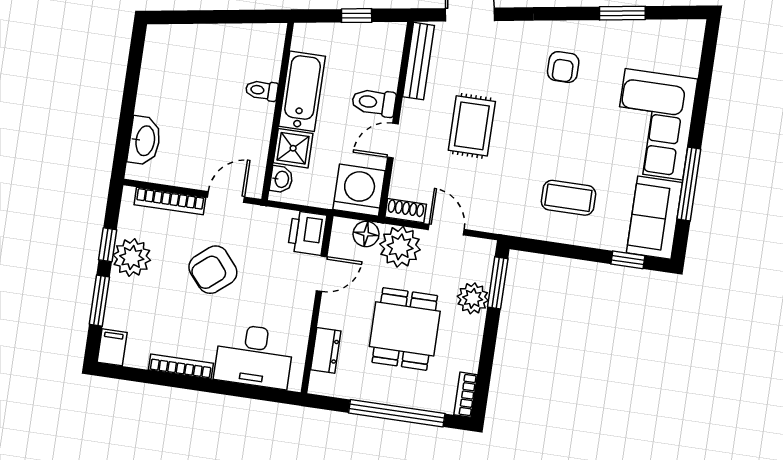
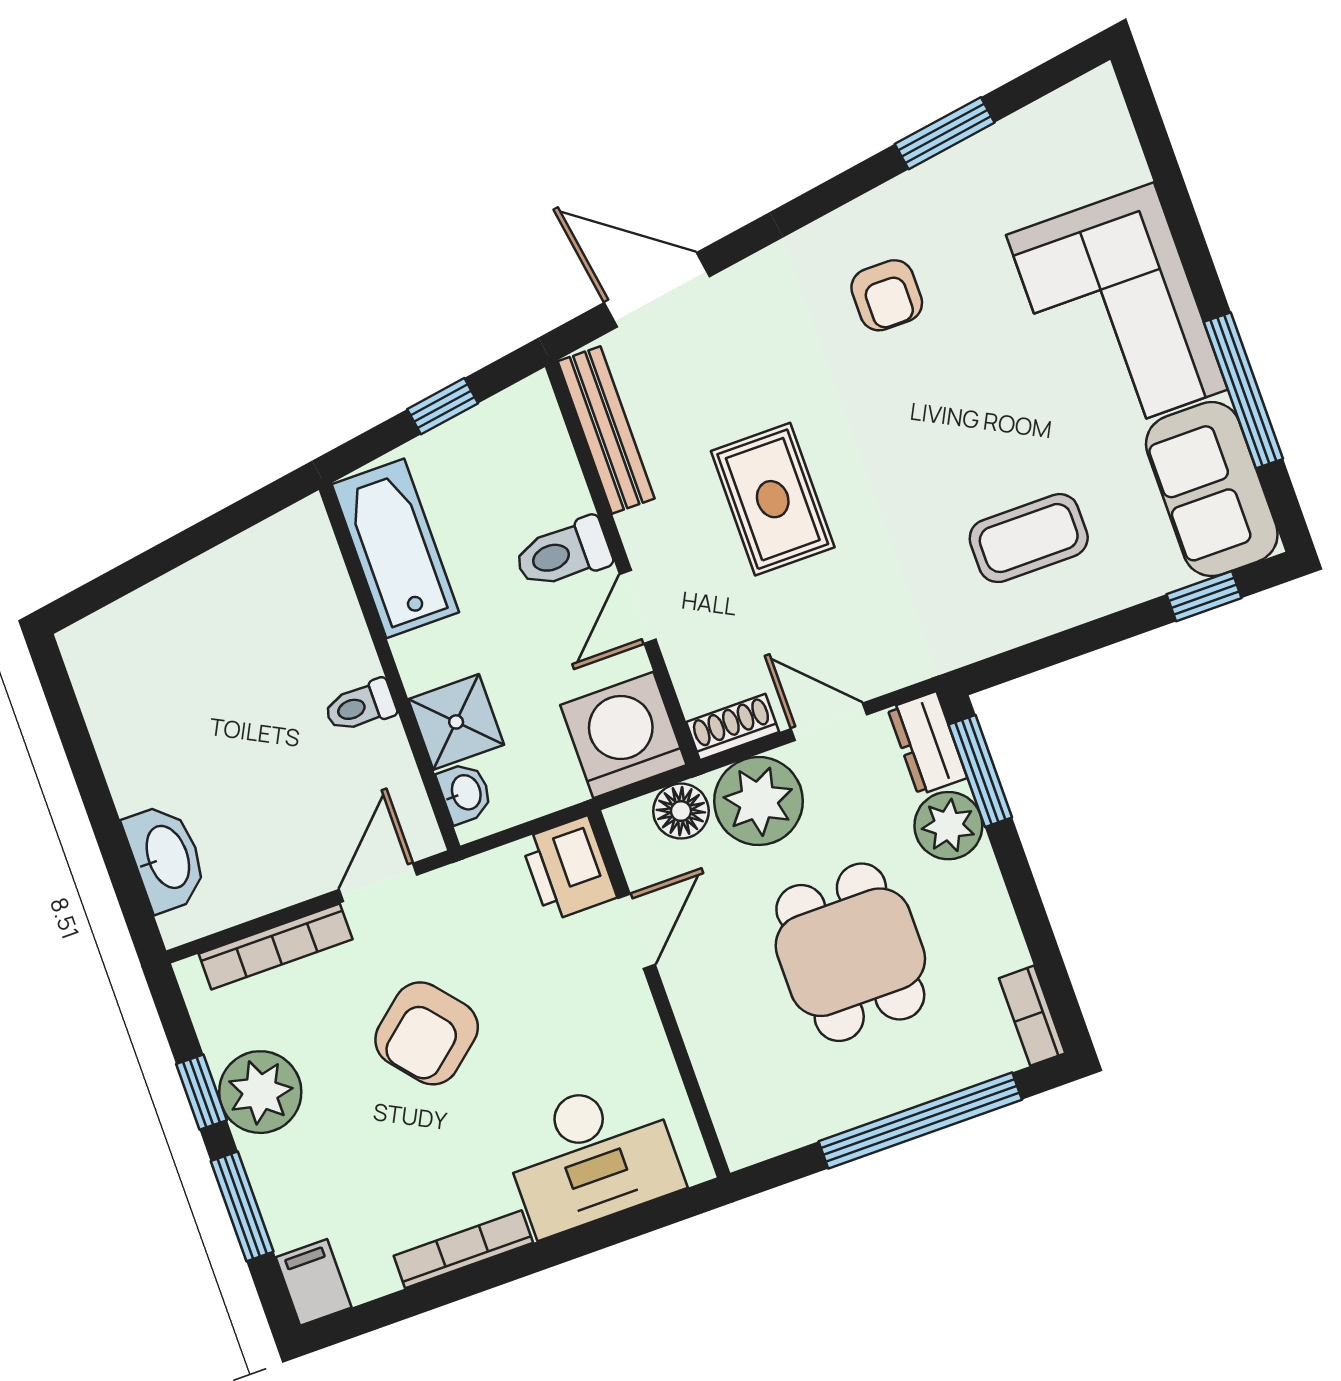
toilet: (262, 90) -> (360, 706), moved
bathtub: (302, 91) -> (395, 548), moved
dresser: (326, 350) -> (927, 743), moved, turned 180

